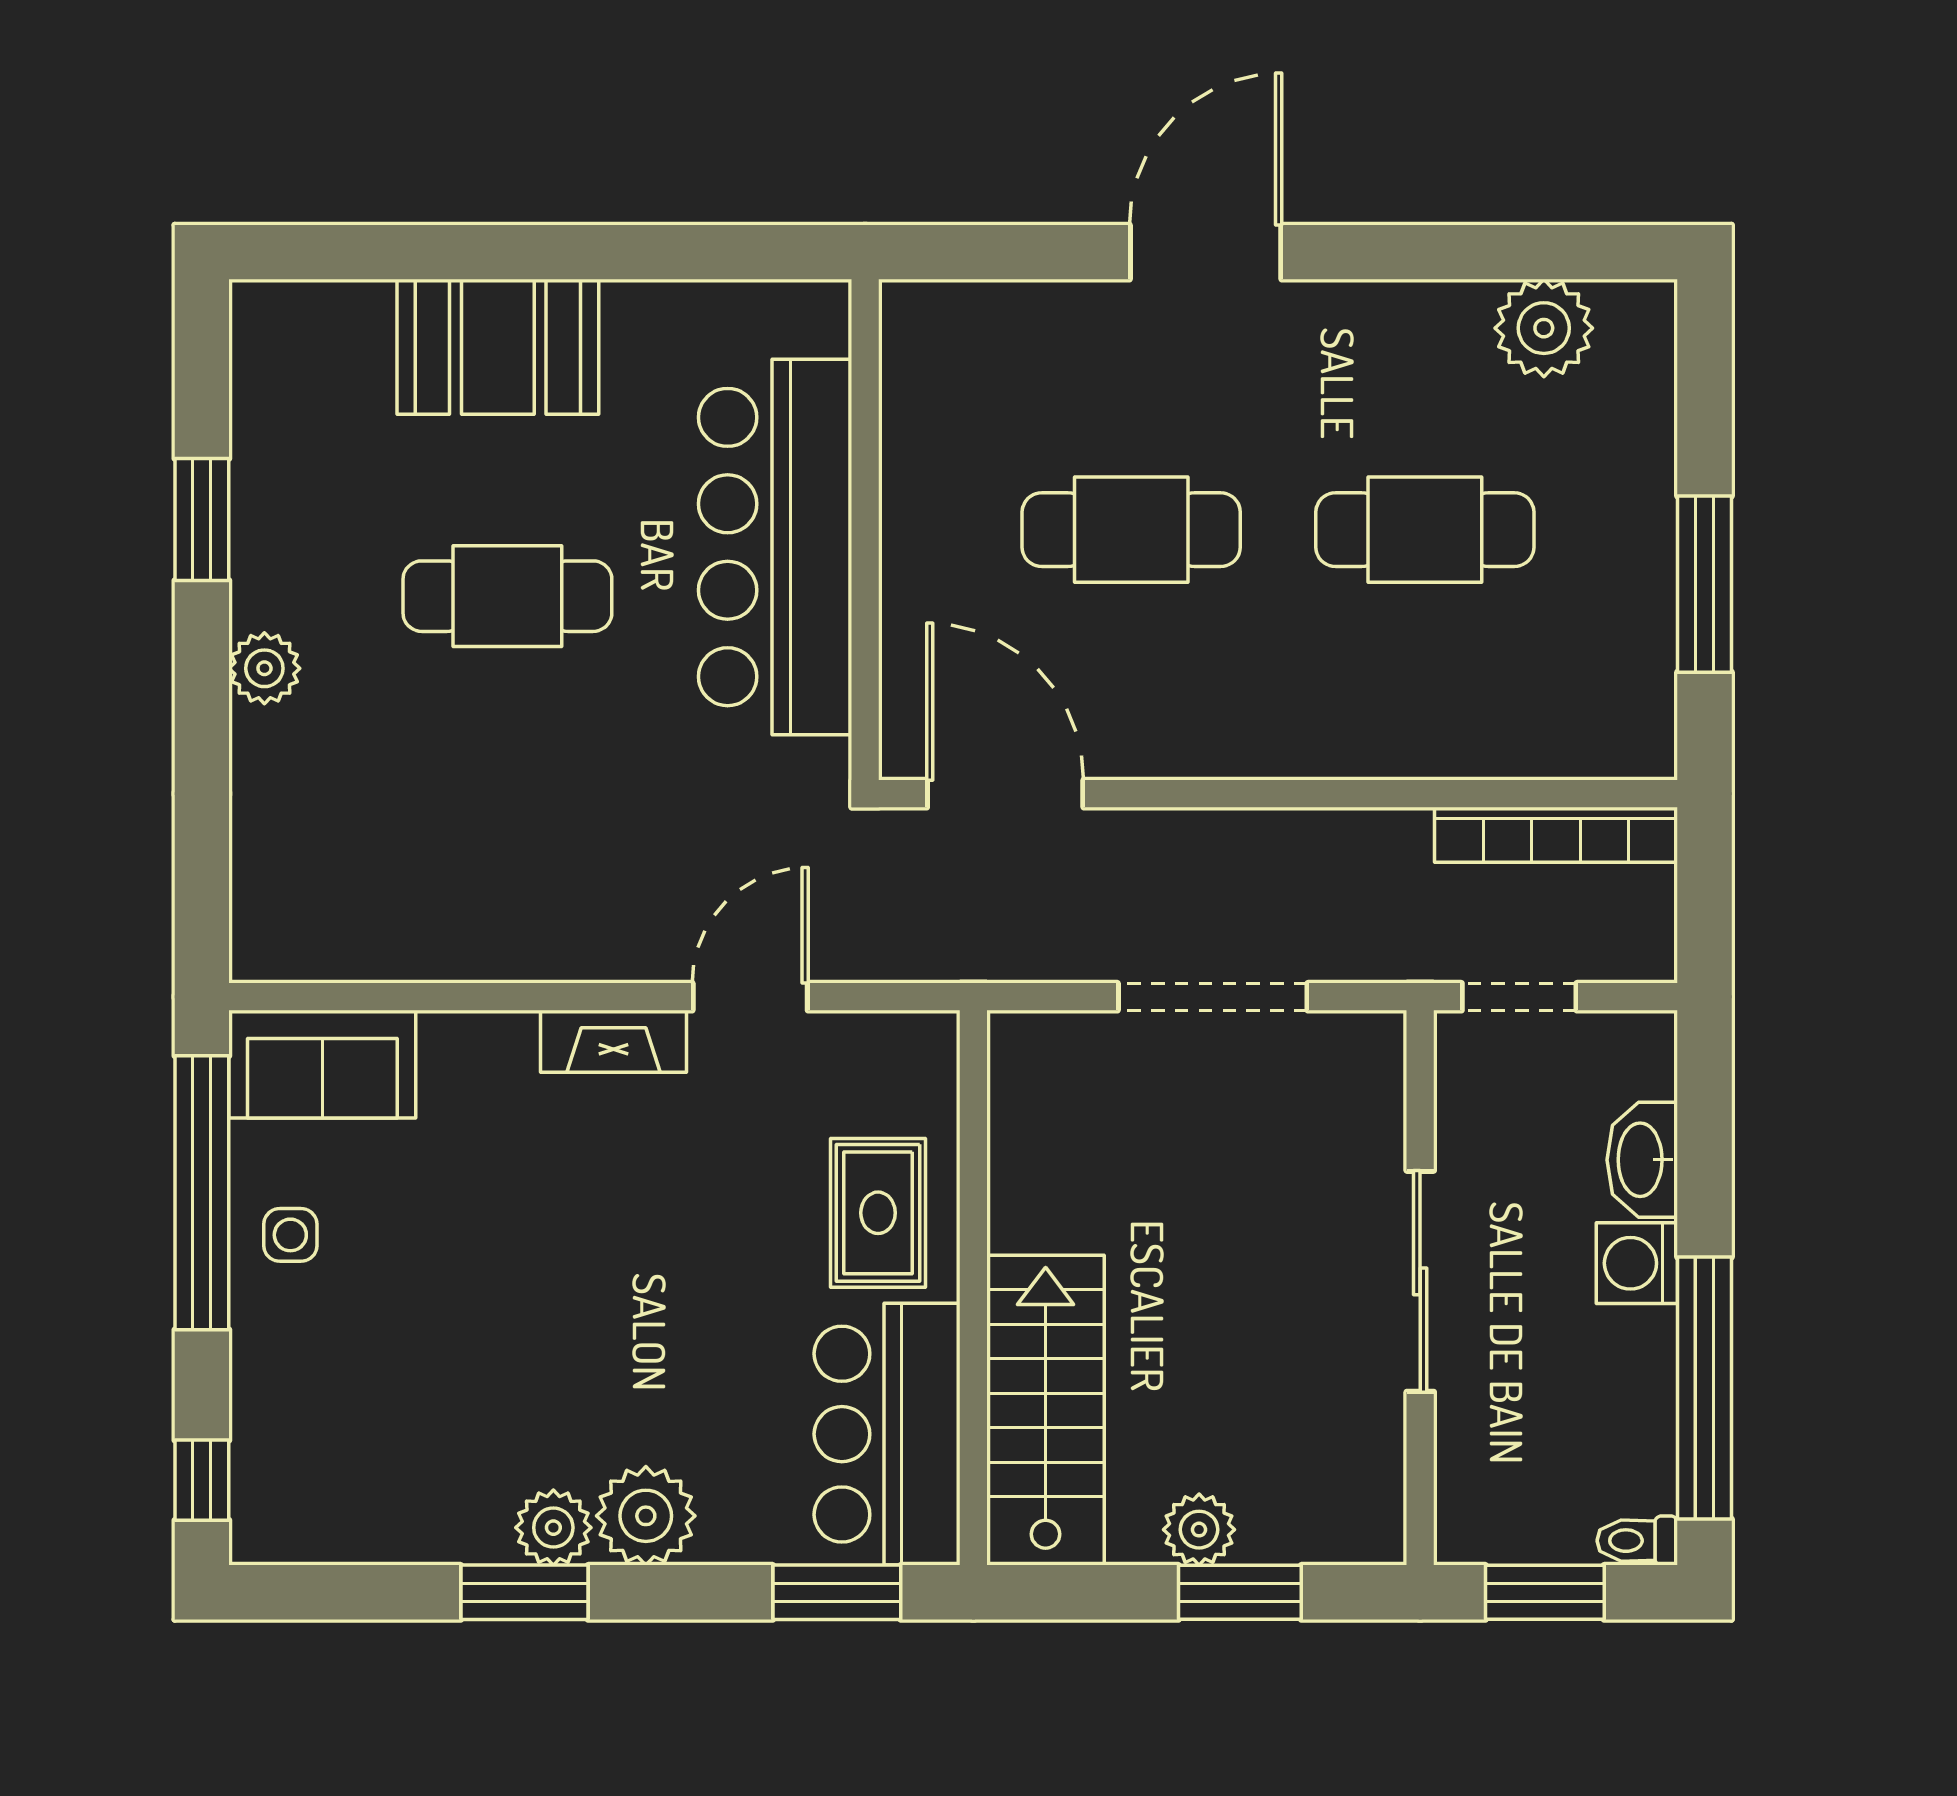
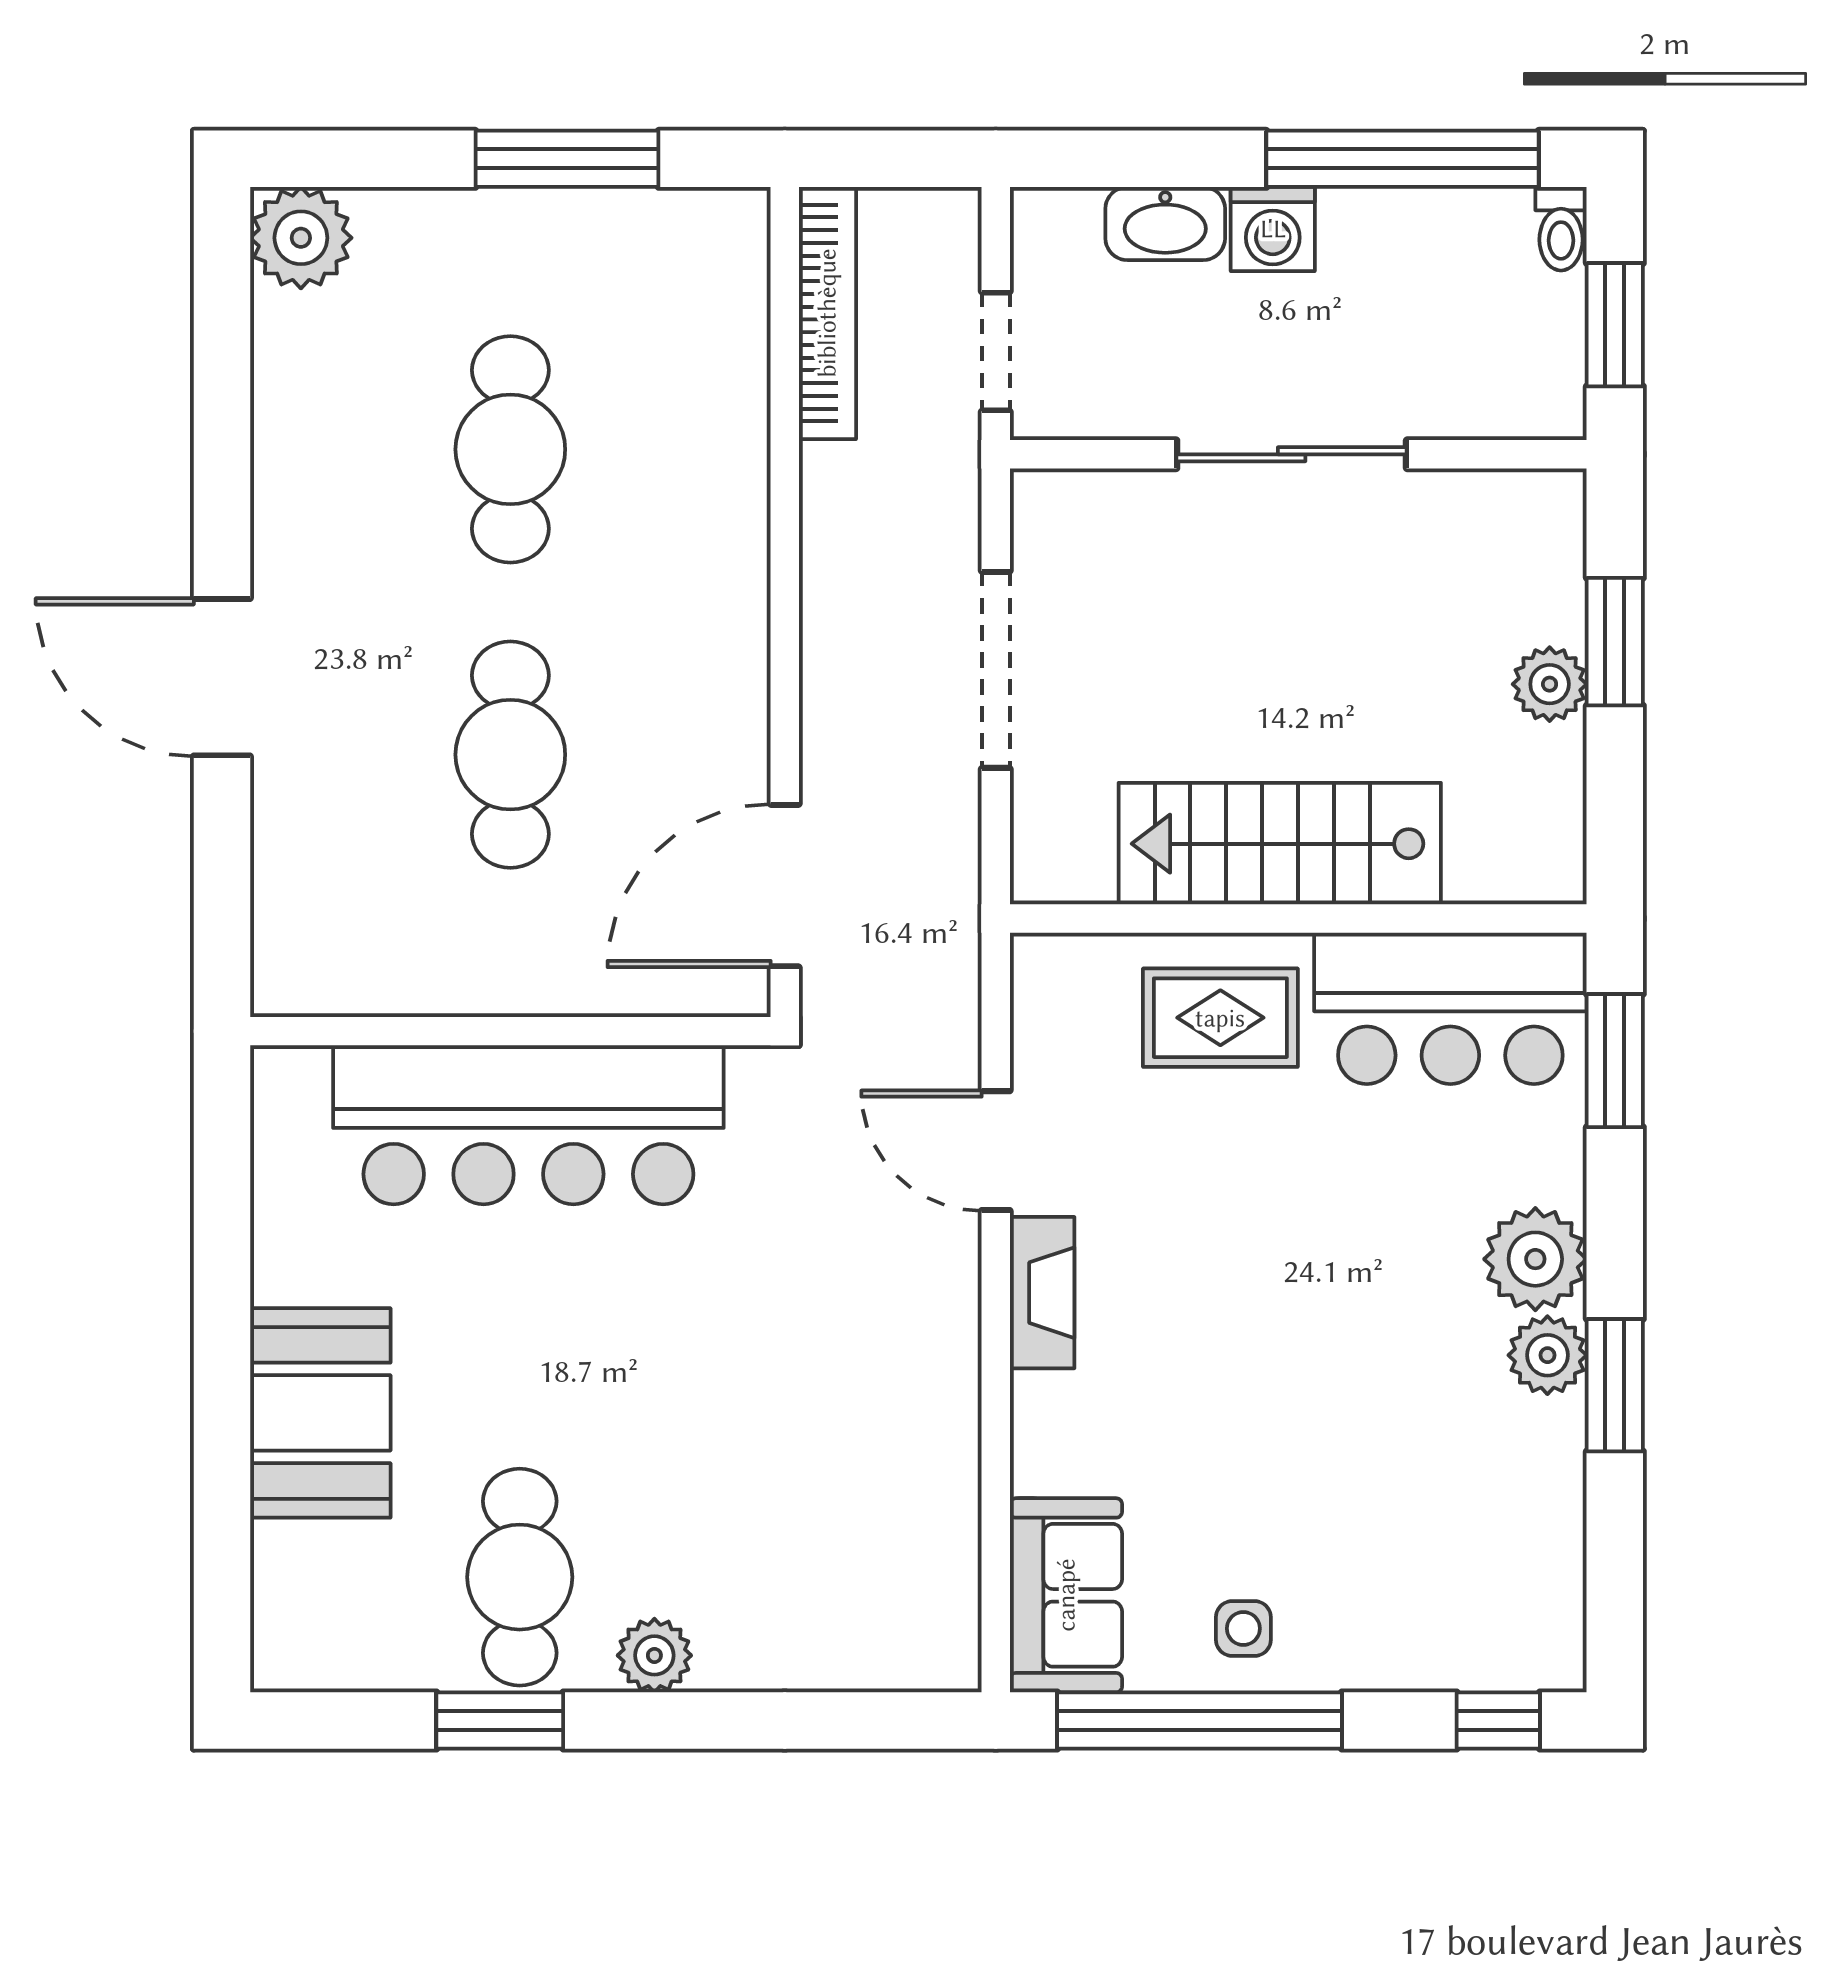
plant: (1544, 328) -> (301, 238), moved
cafe table: (507, 596) -> (520, 1577), moved
stairs: (1046, 1410) -> (1280, 844), moved

